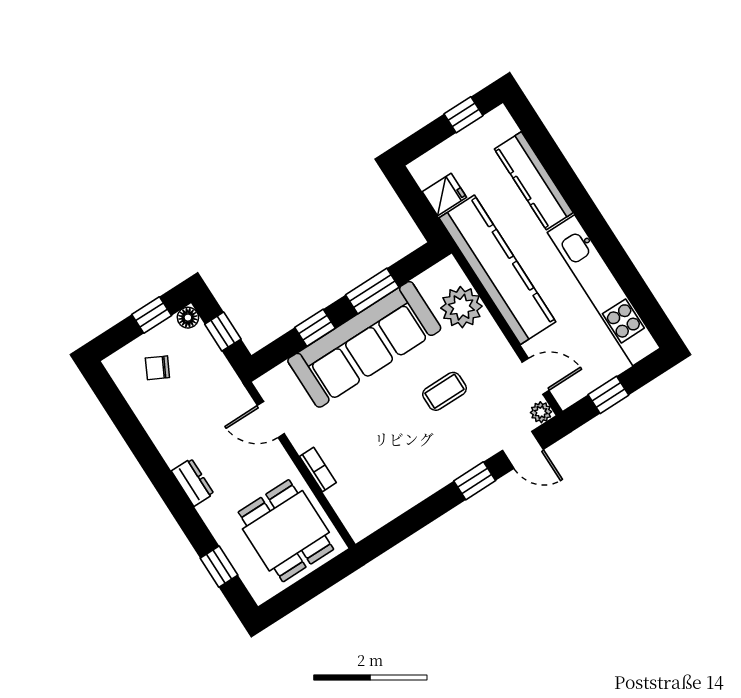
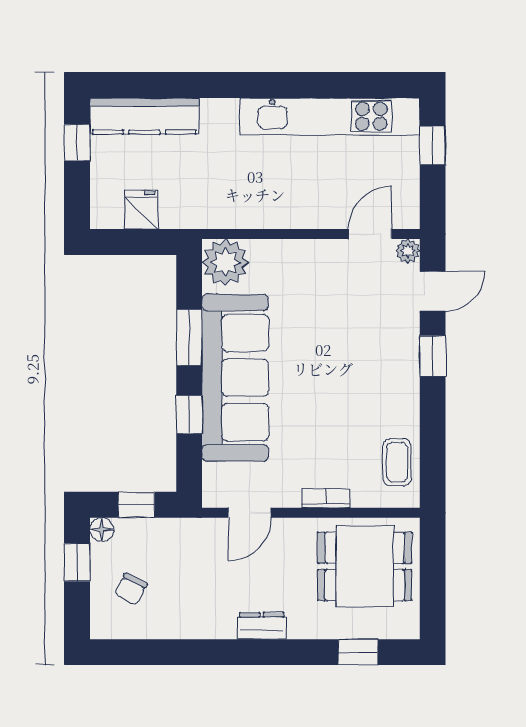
kitchen counter: (534, 181) -> (144, 116), moved
kitchen counter: (497, 270) -> (246, 205), removed
plant: (461, 307) -> (226, 262), moved
coffee table: (444, 391) -> (397, 462), moved
window: (608, 395) -> (433, 146), moved

